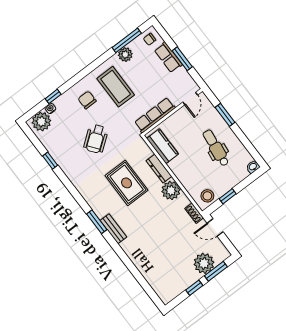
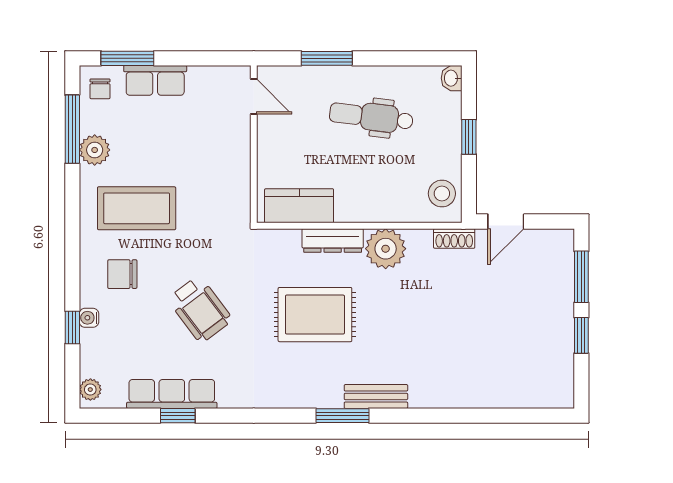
window: (182, 59) -> (127, 58), moved
water cooler: (50, 108) -> (89, 318), moved
row of seats: (155, 115) -> (172, 394), moved, turned 90
plant: (41, 122) -> (90, 390), width x0.53, depth x0.53
window: (228, 196) -> (469, 137), moved
plant: (204, 263) -> (552, 287), removed

